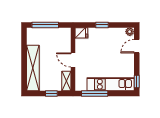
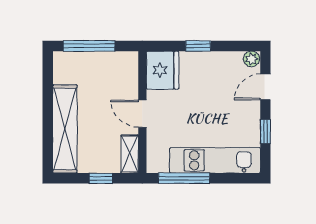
fridge: (81, 33) -> (163, 70), width x1.88, depth x1.34
window: (137, 81) -> (265, 132), moved

